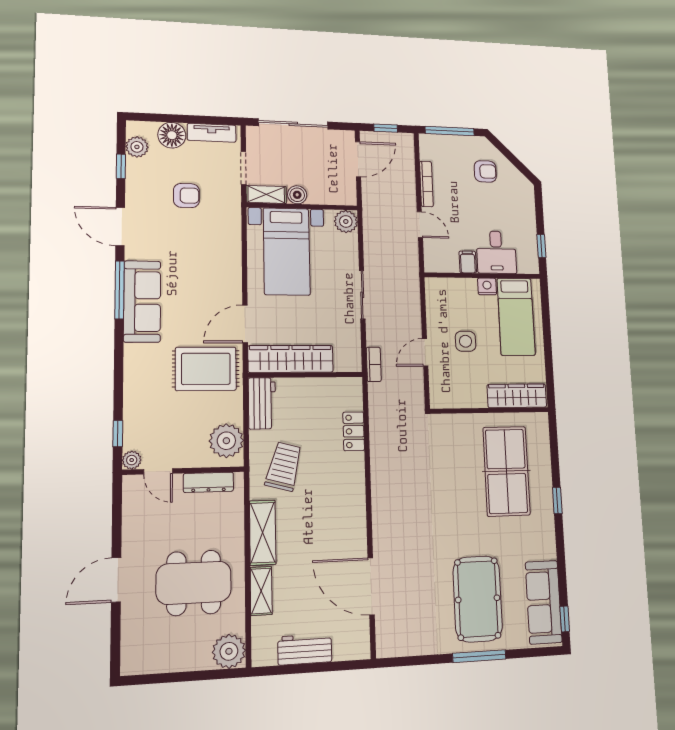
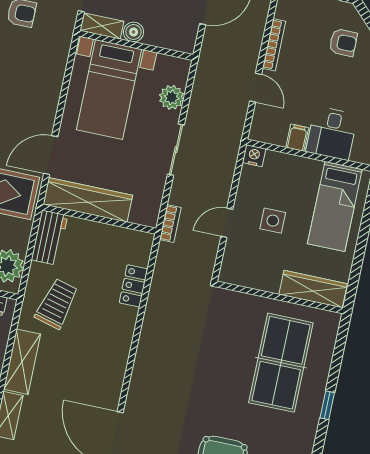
plant: (346, 221) -> (172, 97), moved
nightstand: (487, 286) -> (254, 156), moved

